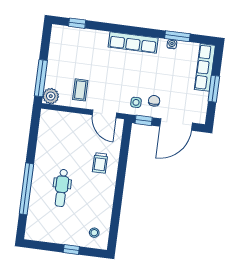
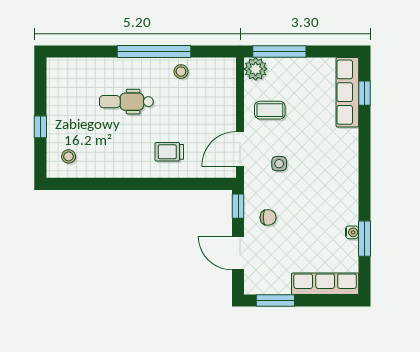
row of seats: (133, 42) -> (347, 92), moved
window: (214, 89) -> (275, 301), moved
side table: (136, 102) -> (279, 164), moved
door: (176, 125) -> (238, 253), width x0.73
stool: (46, 148) -> (181, 72), added
window: (26, 189) -> (154, 51), moved

